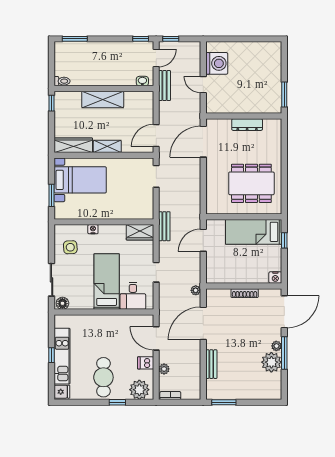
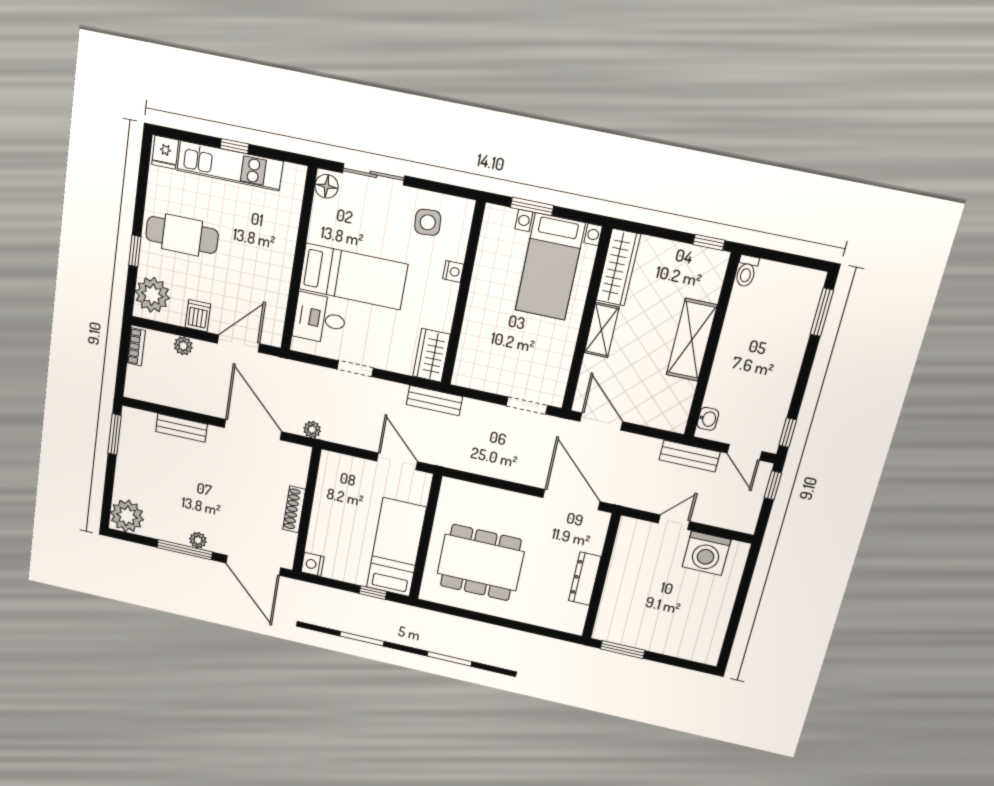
dining table: (251, 183) -> (481, 563), turned 90
plant: (271, 362) -> (127, 516), moved

